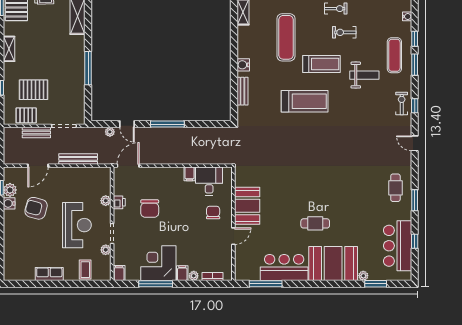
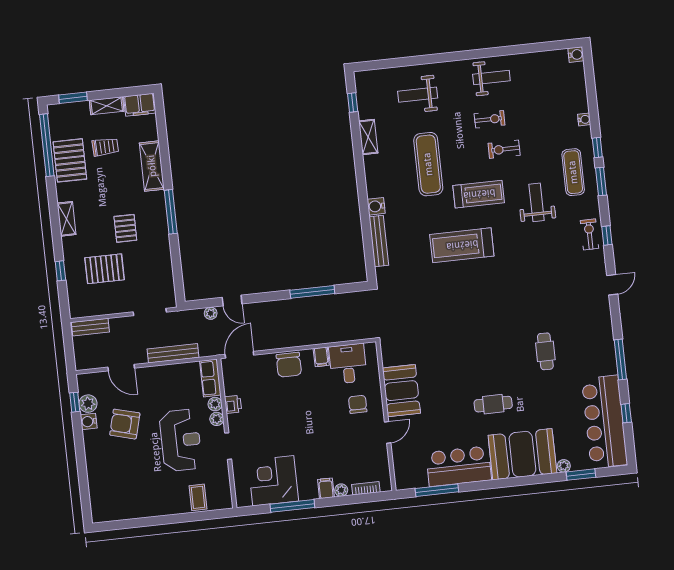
window: (88, 68) -> (171, 212), moved
weight bench: (364, 75) -> (537, 202), turned -90
bench: (242, 91) -> (379, 241), width x1.36
treadmill: (305, 101) -> (462, 245), turned 180
pallet: (26, 115) -> (125, 228), moved, turned 90
window: (167, 124) -> (312, 292), moved
bench: (36, 132) -> (90, 327), moved
door: (415, 143) -> (612, 285), swing flipped
door: (38, 166) -> (121, 368), hinge flipped
cafe table: (395, 188) -> (545, 351), moved
window: (415, 200) -> (620, 360), width x1.44
chair: (150, 209) -> (289, 365), moved
bar counter: (398, 246) -> (604, 422), width x1.36
plant: (106, 250) -> (217, 419), moved
corner desk: (158, 263) -> (273, 481), moved
filing cabinet: (119, 273) -> (243, 497), removed
row of seats: (49, 274) -> (210, 378), moved, turned -90

